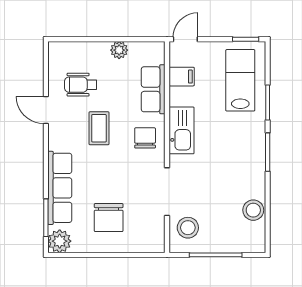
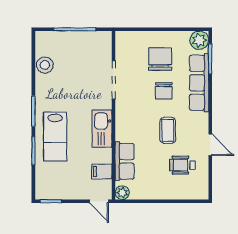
door: (185, 39) -> (99, 201), hinge flipped
plant: (119, 50) -> (122, 193), moved
lab bench: (240, 80) -> (55, 137), moved
wheelchair: (81, 85) -> (182, 165), turned 180
chair: (145, 138) -> (164, 91), moved
stool: (188, 228) -> (97, 51), removed

